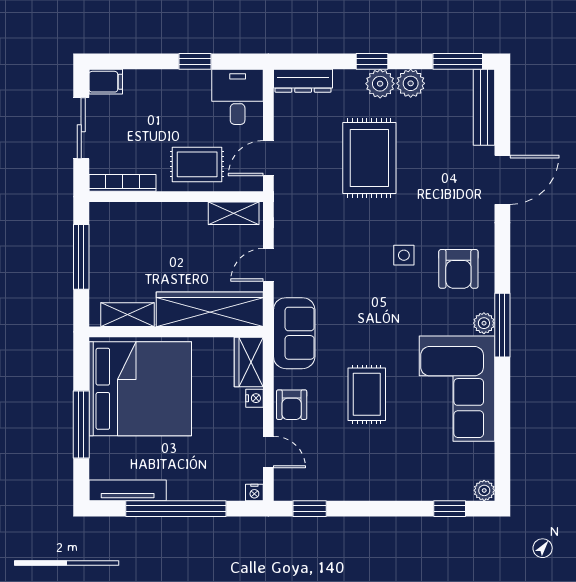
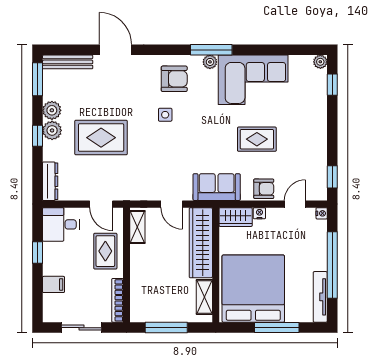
filing cabinet: (106, 82) -> (54, 284), moved, turned 90

